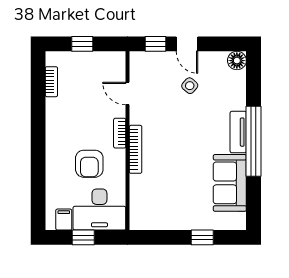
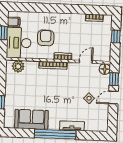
floor lamp: (237, 61) -> (105, 69), moved
tv unit: (238, 132) -> (72, 126), moved
armchair: (89, 164) -> (46, 38), turned 90
plant: (140, 209) -> (18, 66), added

